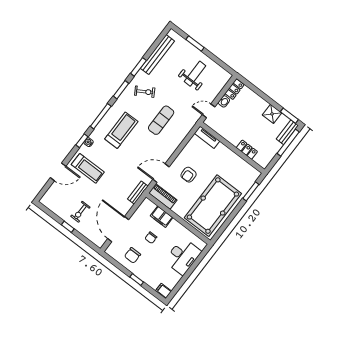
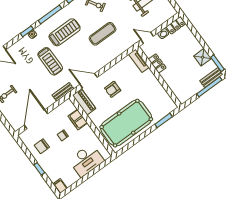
locker: (247, 150) -> (157, 63), moved
treadmill: (88, 168) -> (50, 61), moved

